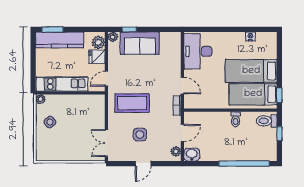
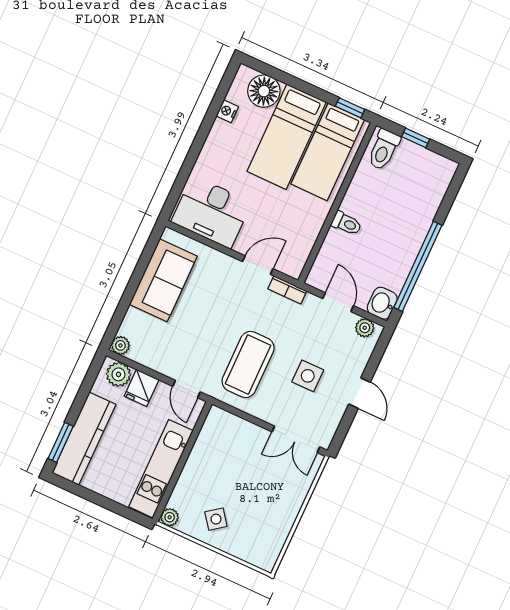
window: (129, 29) -> (121, 312), removed
sofa: (140, 43) -> (163, 280), moved
floor lamp: (268, 50) -> (264, 91), added
toilet: (235, 119) -> (346, 223), moved
window: (244, 164) -> (418, 266), moved

